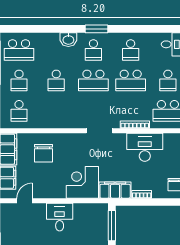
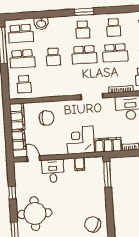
washbasin: (68, 40) -> (41, 23), moved
school desk: (19, 80) -> (22, 59), width x1.85
chair: (43, 153) -> (47, 118), turned -90
door: (25, 201) -> (33, 159), hinge flipped
filing cabinet: (79, 211) -> (79, 164), added
desk: (60, 217) -> (53, 171), moved

